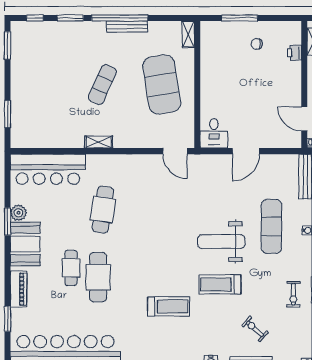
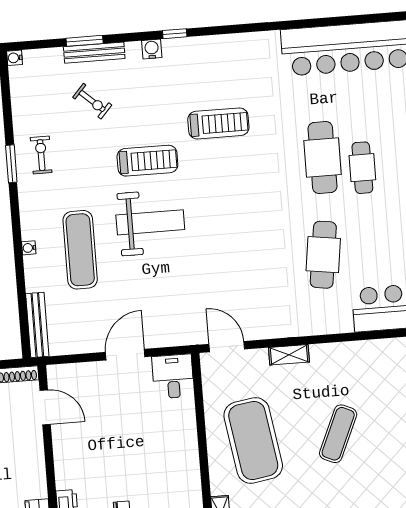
shelving: (99, 142) -> (289, 355), moved
treadmill: (169, 306) -> (218, 123), turned 180

